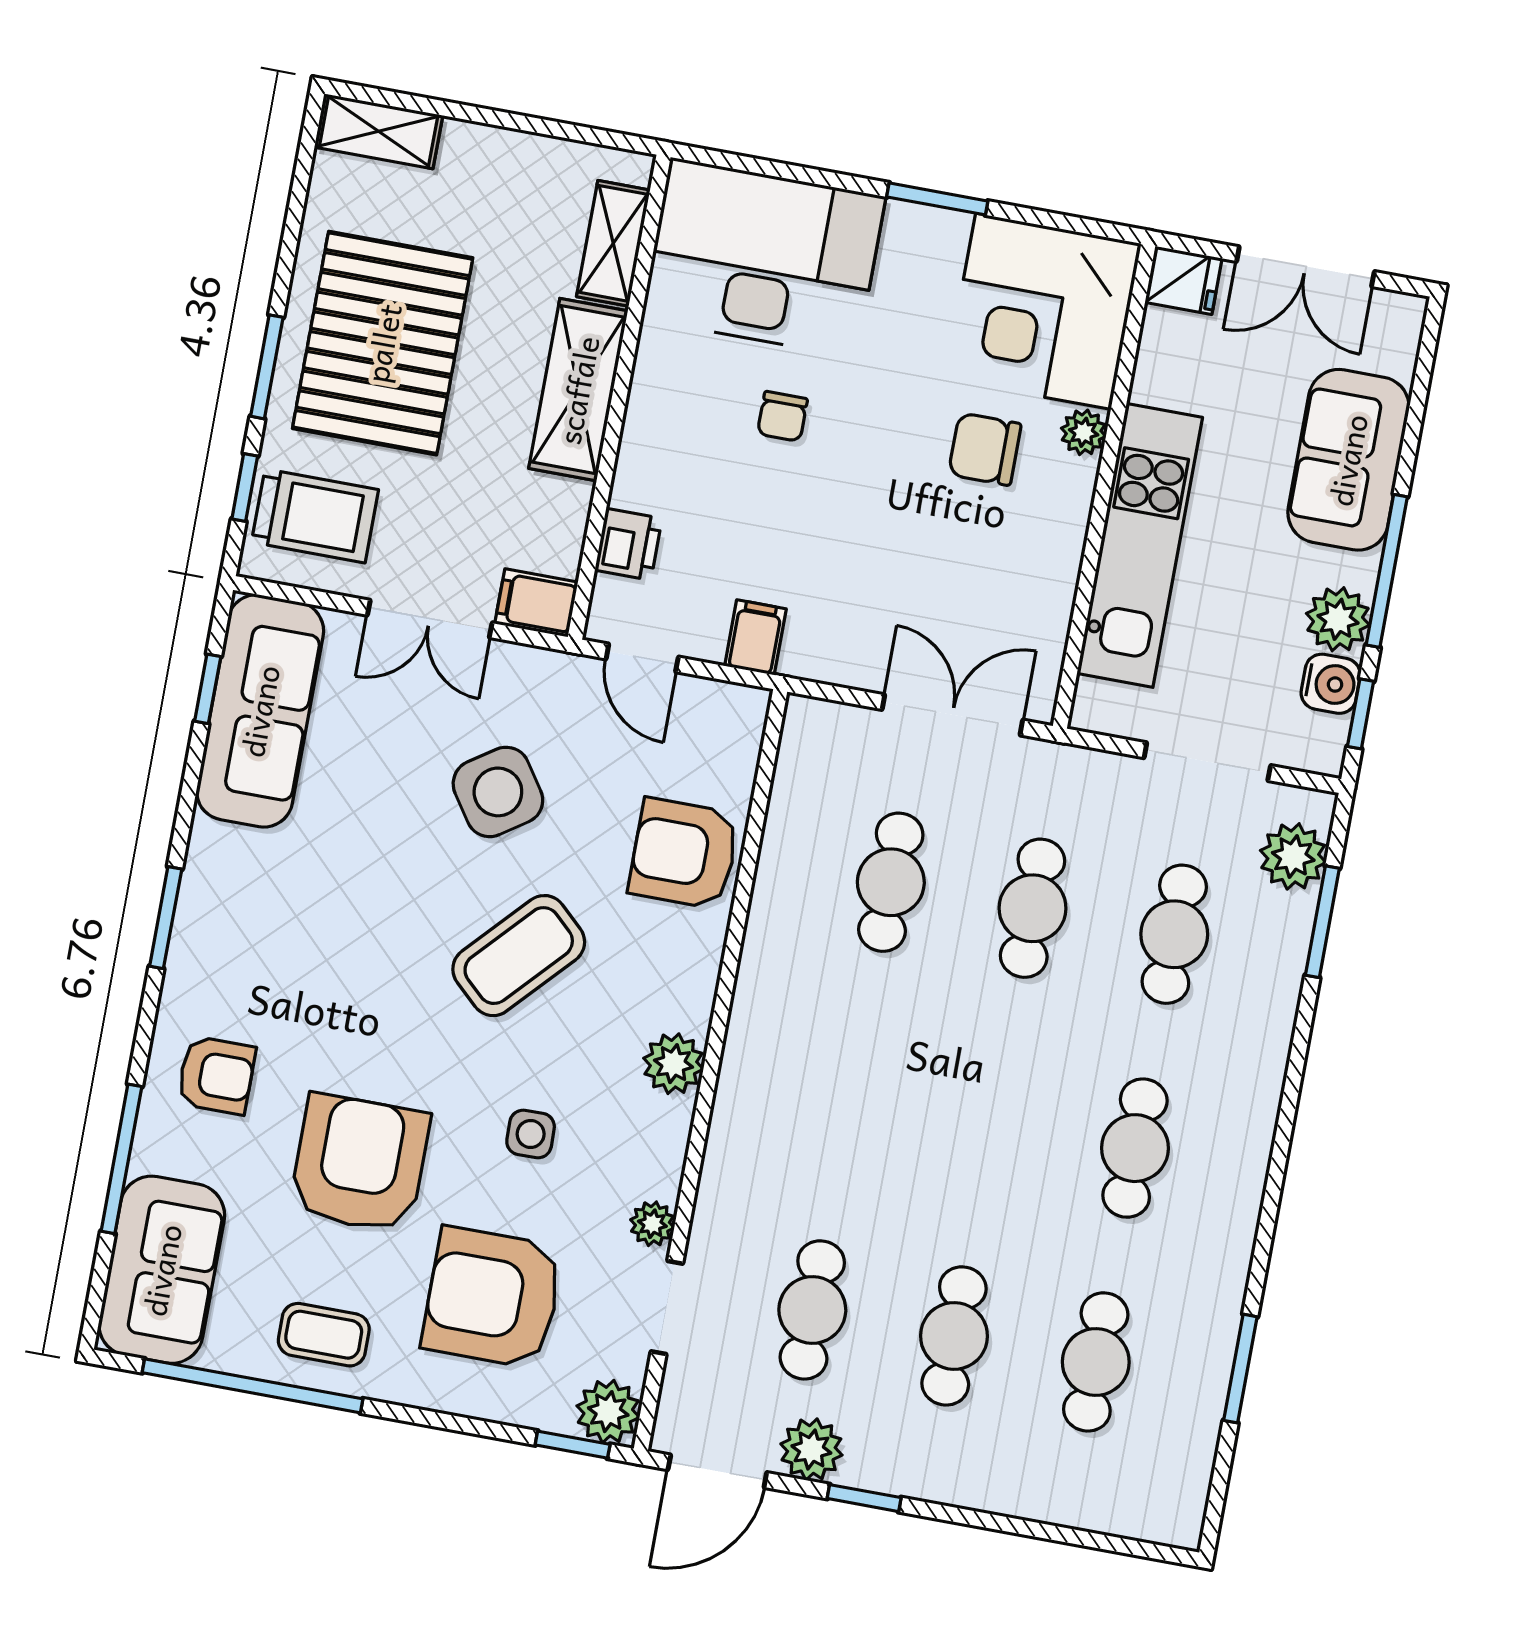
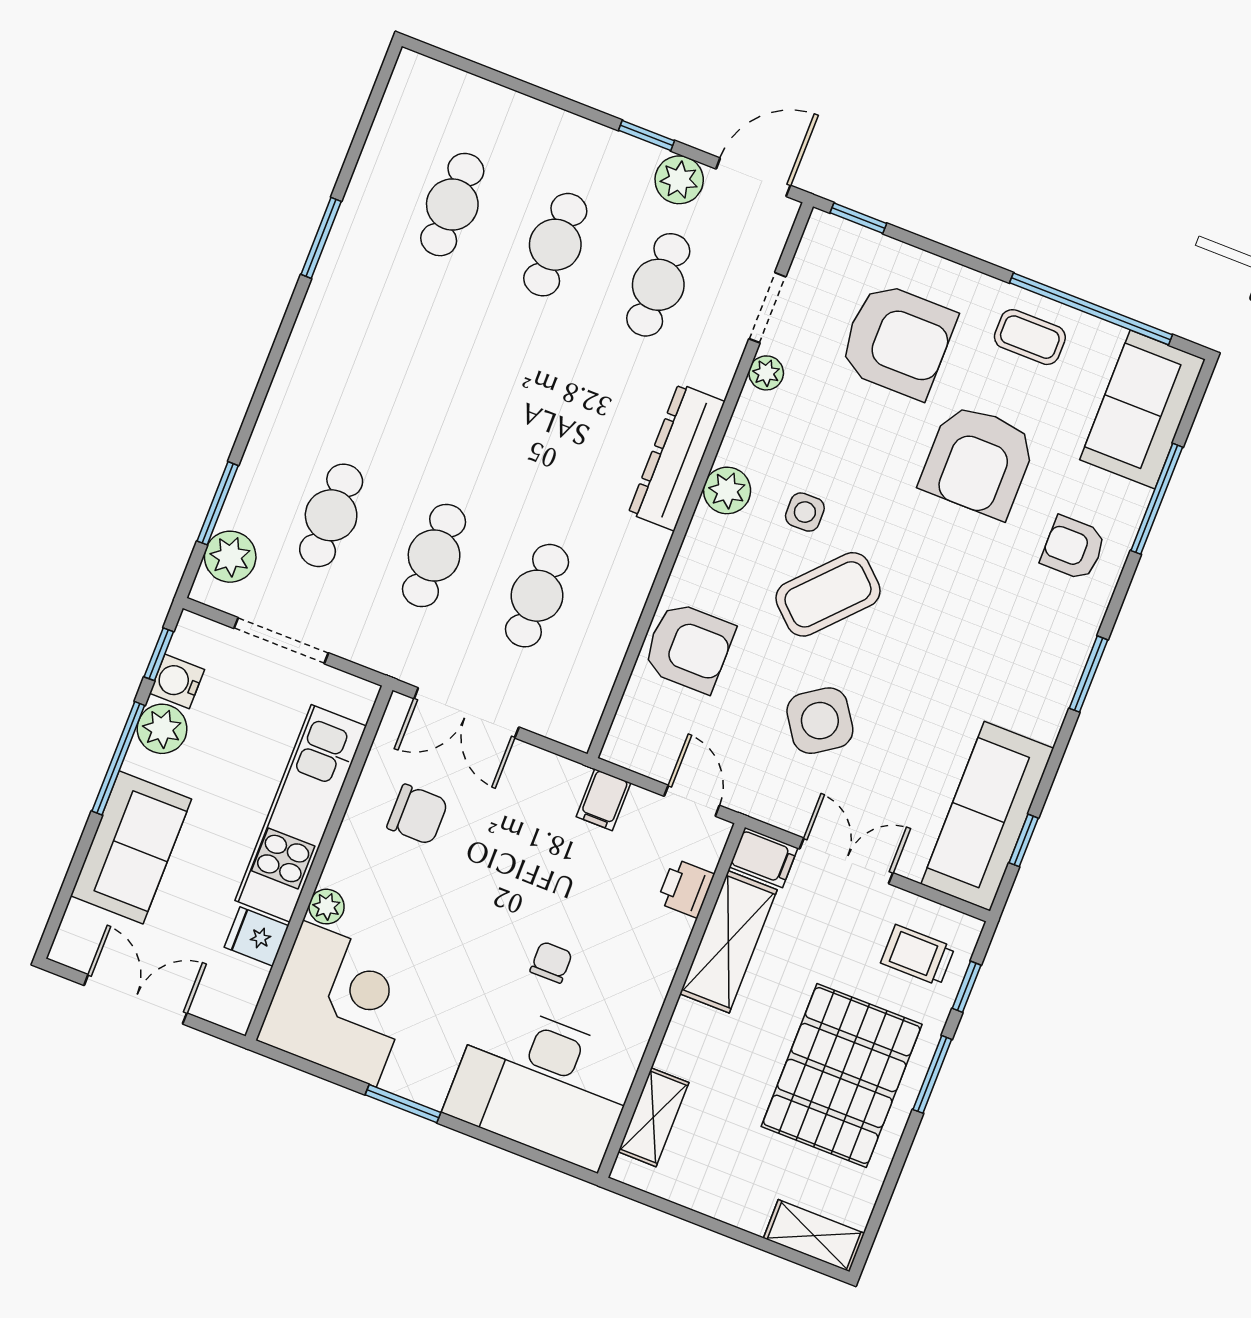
fridge: (1184, 280) -> (257, 937), moved
shelving: (578, 390) -> (728, 942), moved
chair: (985, 449) -> (418, 814), moved
trolley: (315, 516) -> (918, 955), width x0.73, depth x0.72
dresser: (746, 1094) -> (677, 457), added
side table: (531, 1134) -> (805, 512), moved
cafe table: (1135, 1148) -> (392, 360), removed
window: (1240, 1369) -> (321, 238), moved
plant: (608, 1412) -> (827, 238), removed

